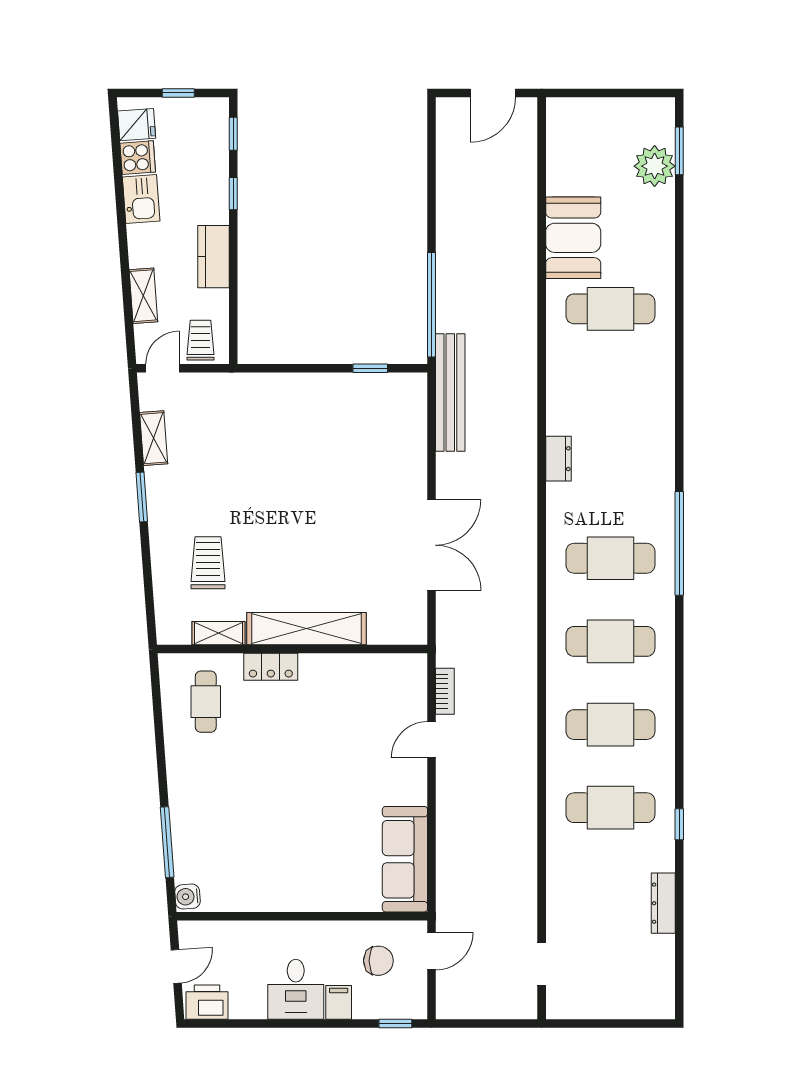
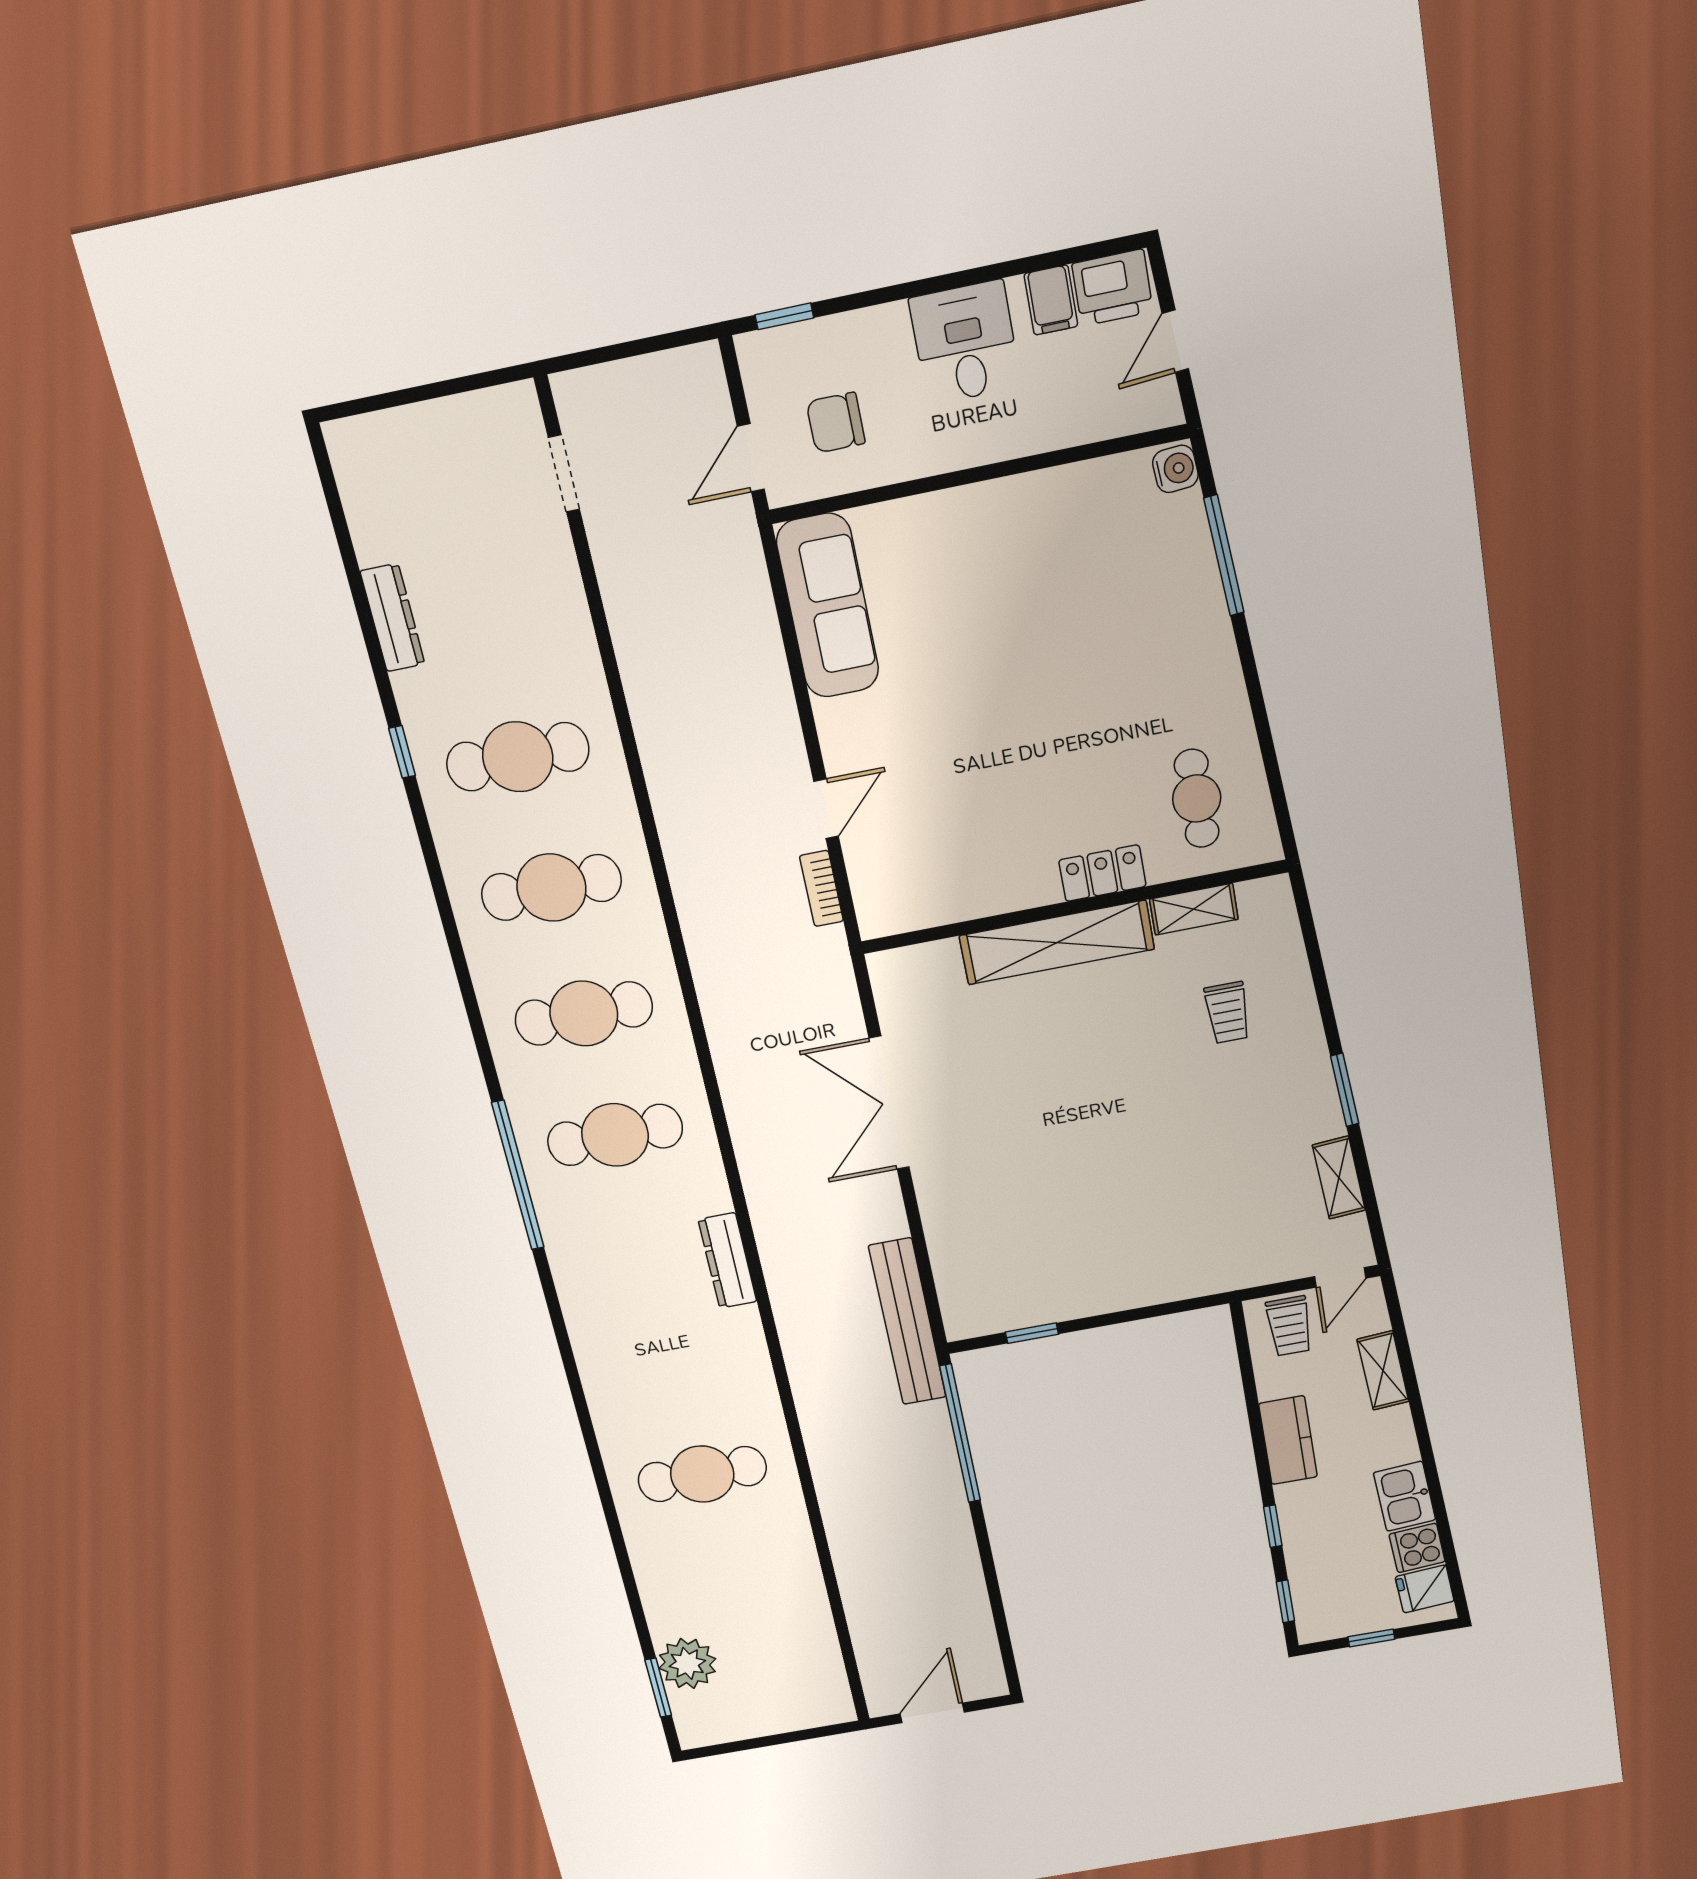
booth: (573, 238) -> (778, 1555), removed
dresser: (558, 459) -> (727, 1261), width x1.44
trolley: (208, 563) -> (1227, 1012), width x0.73, depth x0.72
filing cabinet: (339, 1002) -> (1051, 300), moved

